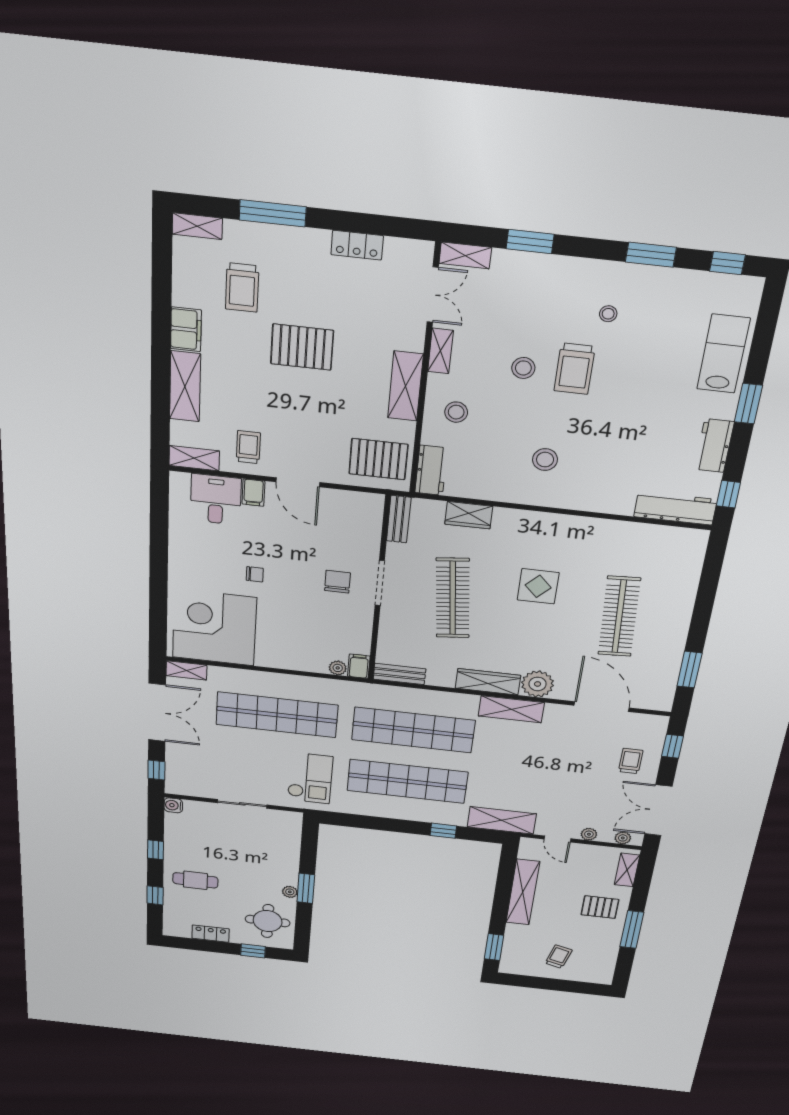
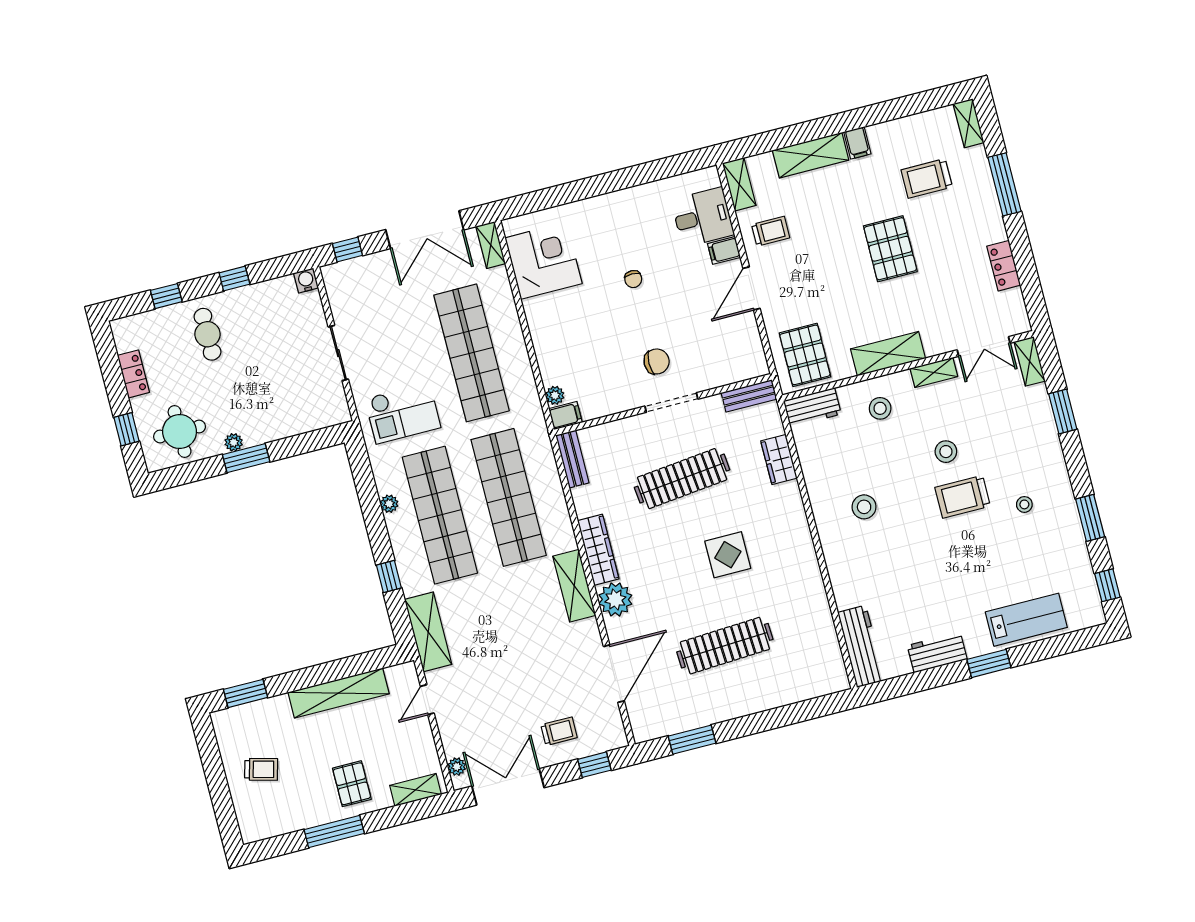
filing cabinet: (186, 329) -> (857, 143), width x0.50
window: (728, 494) -> (894, 688), removed
corner desk: (214, 628) -> (544, 261), width x0.74, depth x0.74
plant: (589, 834) -> (389, 504), moved

